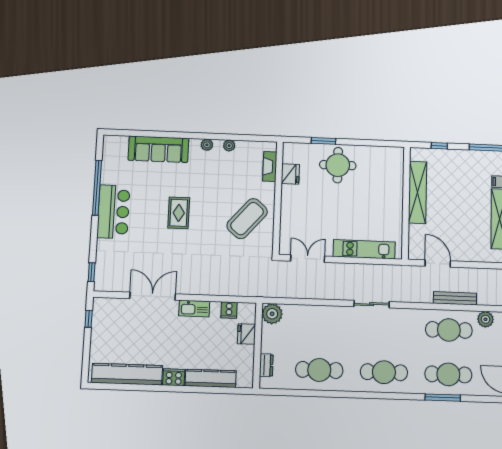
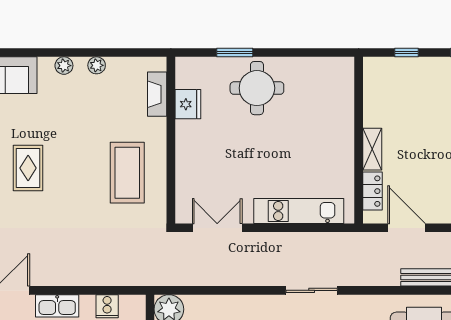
shelving: (418, 192) -> (372, 149), width x0.45, depth x0.75
coffee table: (247, 219) -> (127, 173), turned -41
locker: (415, 238) -> (372, 191), added

